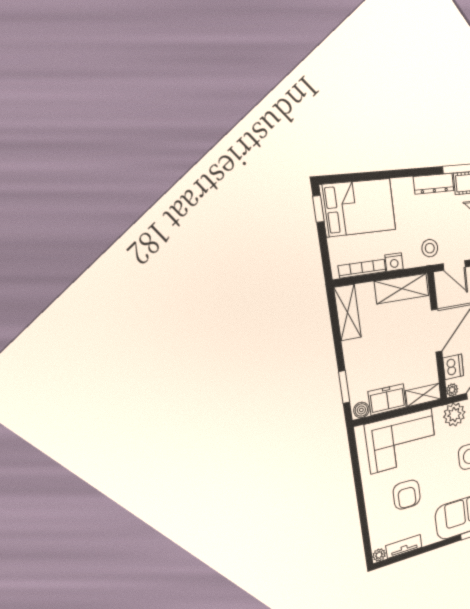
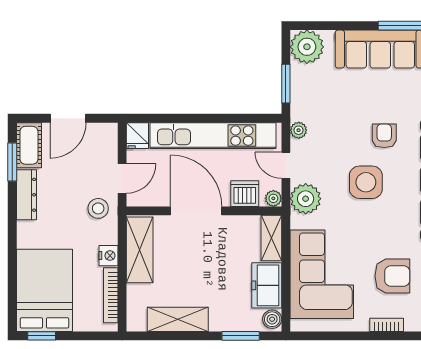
shelving: (348, 313) -> (178, 319), moved
bookcase: (370, 501) -> (387, 325), added

